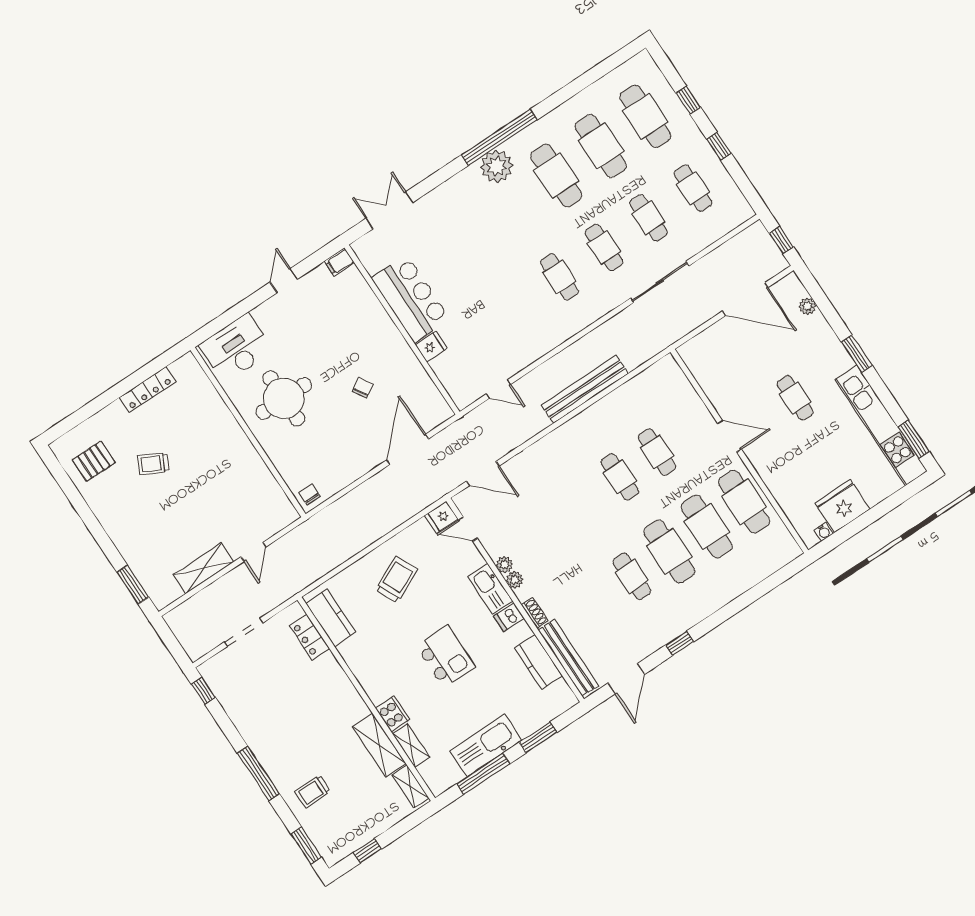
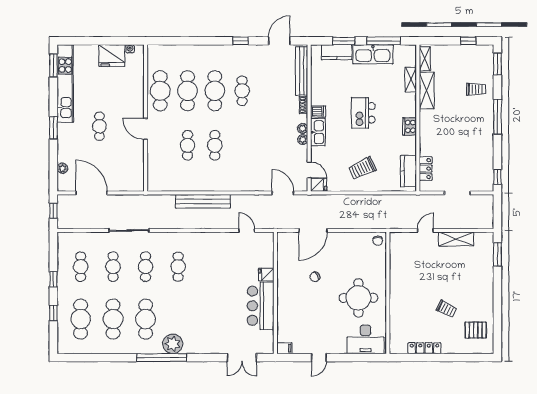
kitchen counter: (538, 662) -> (337, 52), moved, turned 90
cooker: (392, 714) -> (410, 126), moved

